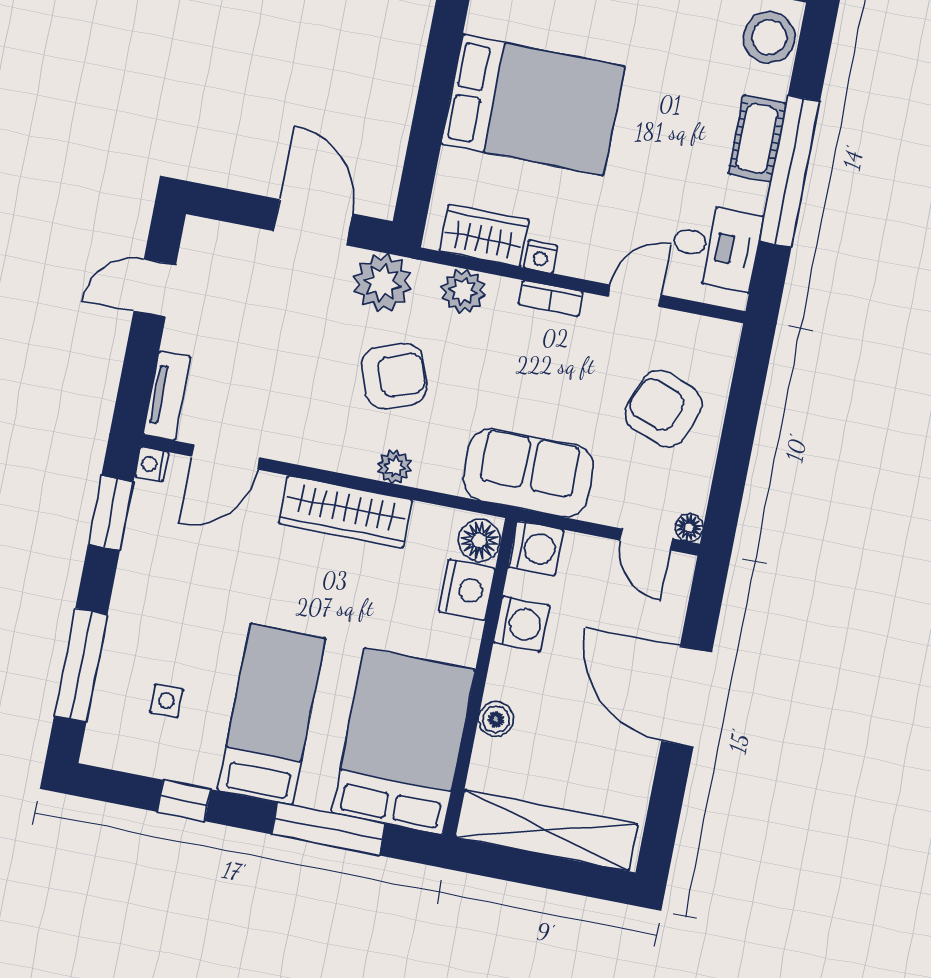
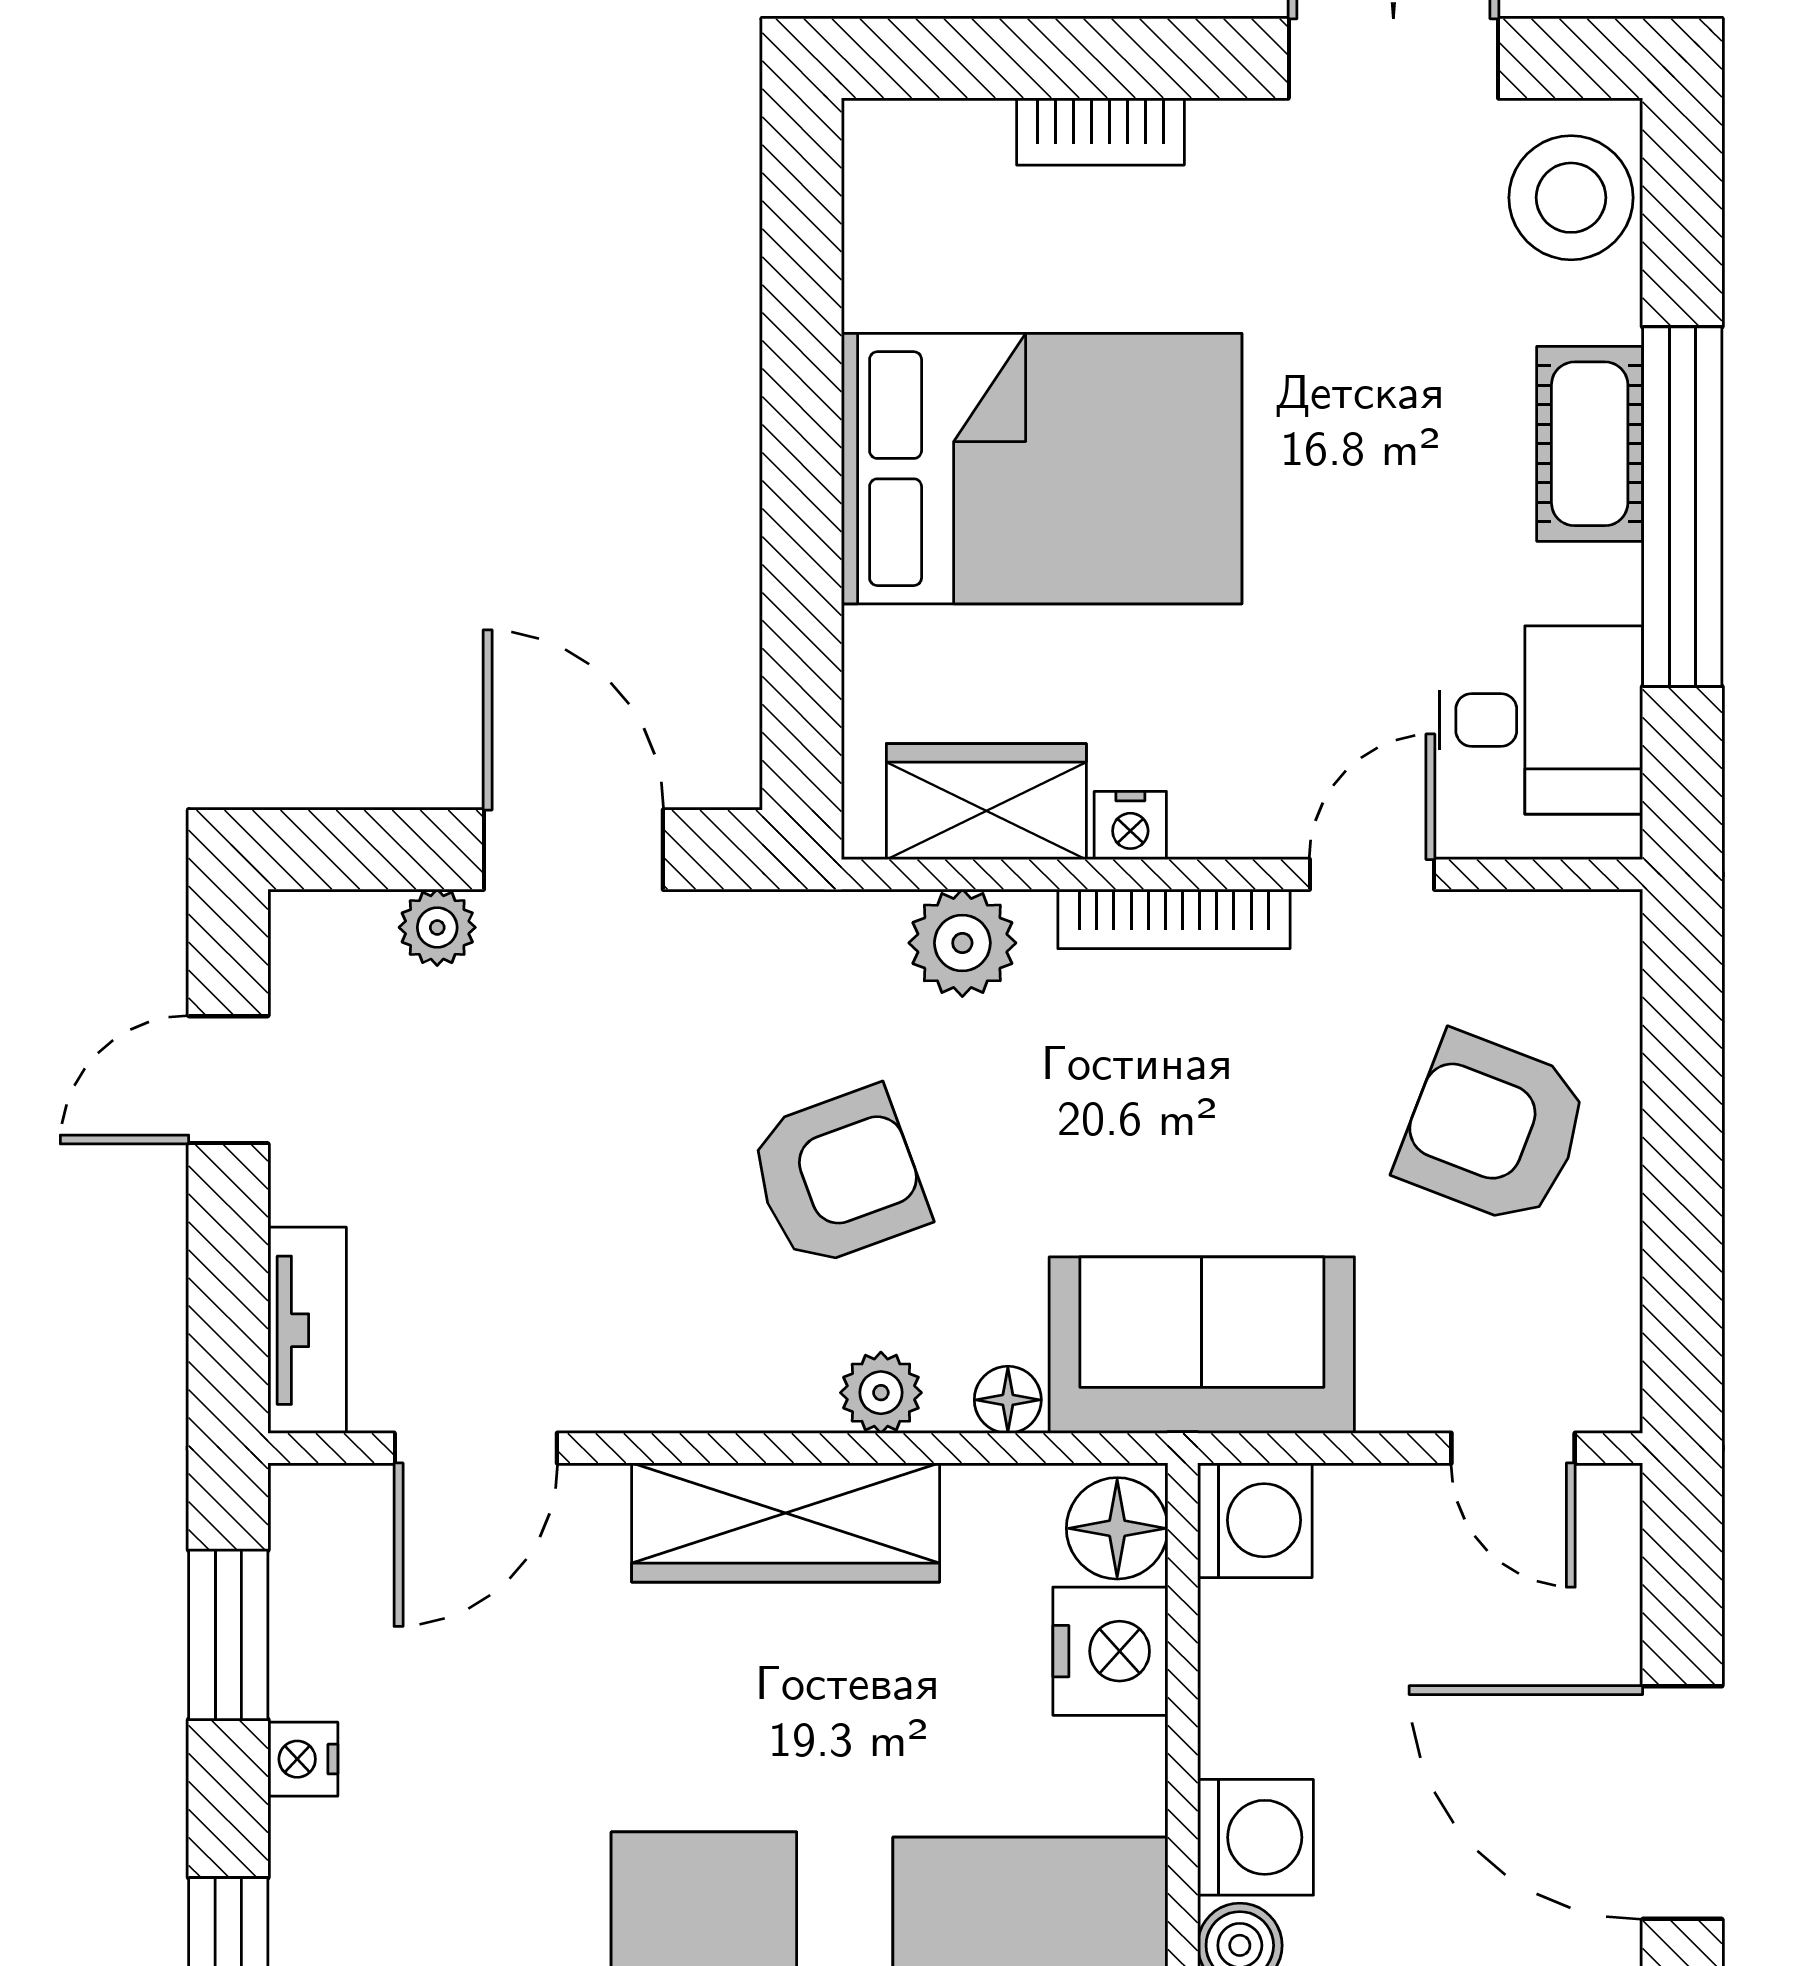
plant: (382, 283) -> (437, 927), moved, width x0.53, depth x0.53
bookcase: (551, 298) -> (1174, 919), width x1.56
nightstand: (152, 464) -> (303, 1759), moved
floor lamp: (689, 528) -> (1008, 1400), moved
washing machine: (521, 624) -> (1255, 1837), moved

